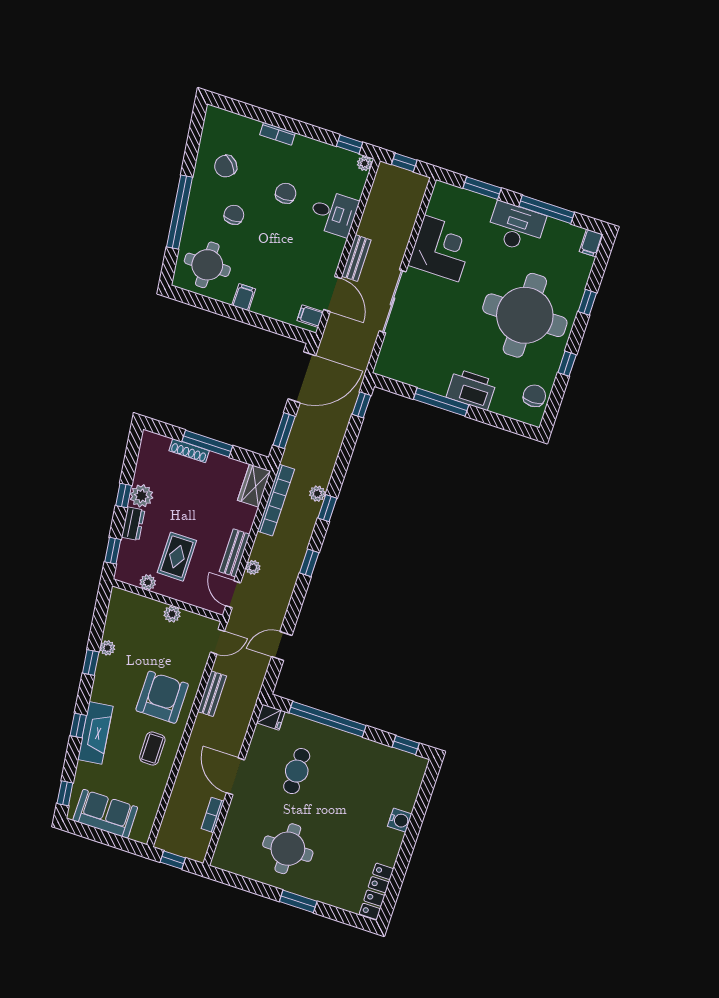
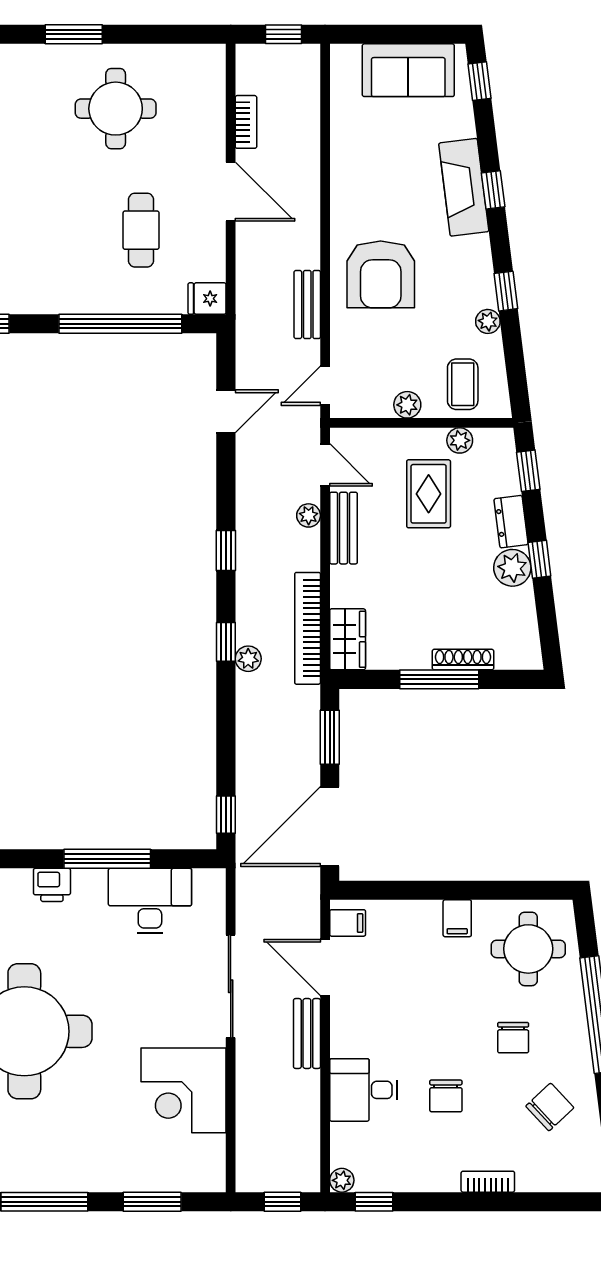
desk: (516, 227) -> (150, 901), moved, turned 180
printer: (471, 389) -> (52, 885), width x0.53, depth x0.68
coffee table: (152, 748) -> (463, 384), moved

